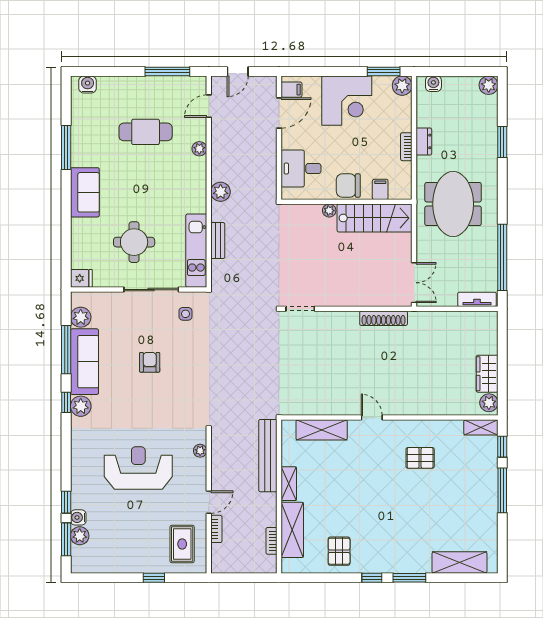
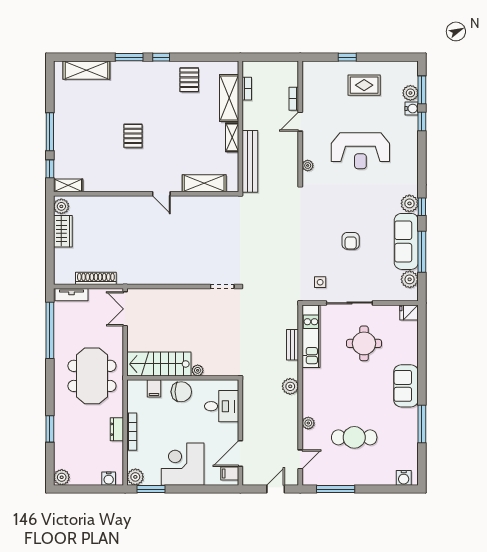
bookcase: (406, 147) -> (132, 432), width x1.56
shoe rack: (384, 318) -> (96, 278), moved
pallet: (420, 458) -> (133, 136), moved, turned 90
rug: (182, 544) -> (364, 85), moved, turned 90

